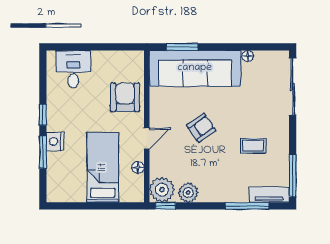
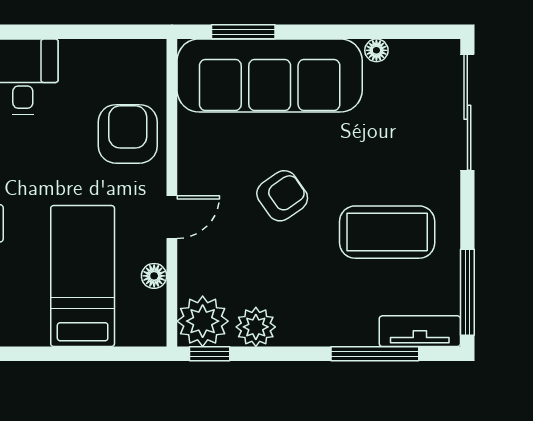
coffee table: (253, 146) -> (387, 232), width x1.86, depth x1.72

